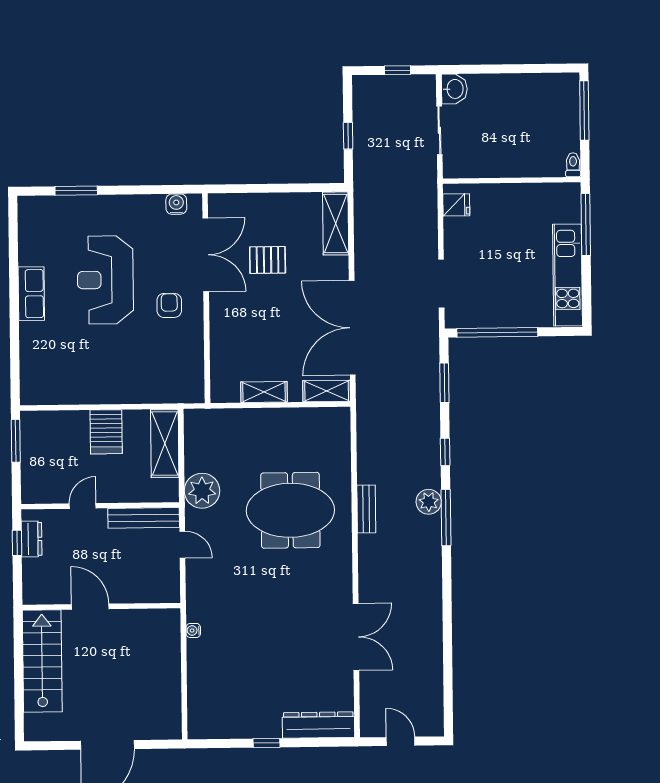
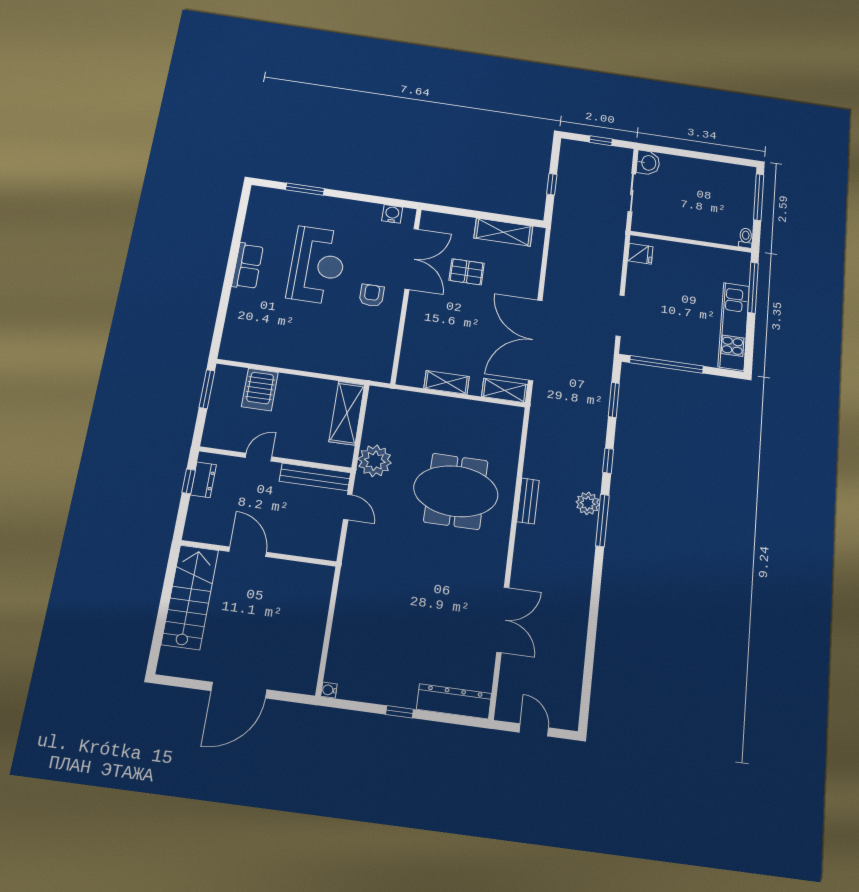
shelving: (336, 223) -> (503, 232), moved, turned 90
reception desk: (105, 280) -> (317, 265), turned 180
server rack: (106, 432) -> (260, 390), moved
water cooler: (193, 630) -> (329, 690), moved

